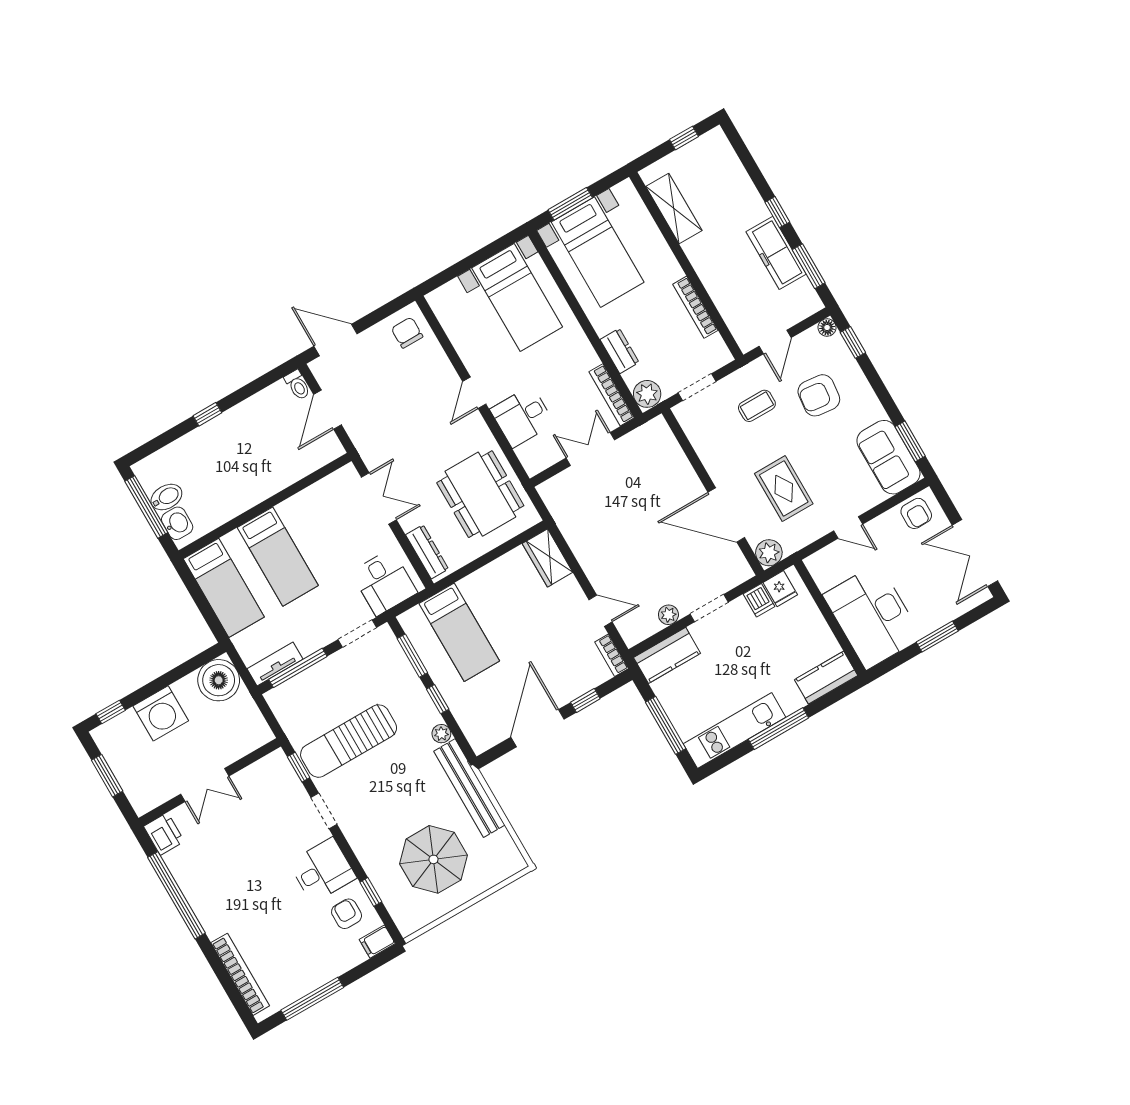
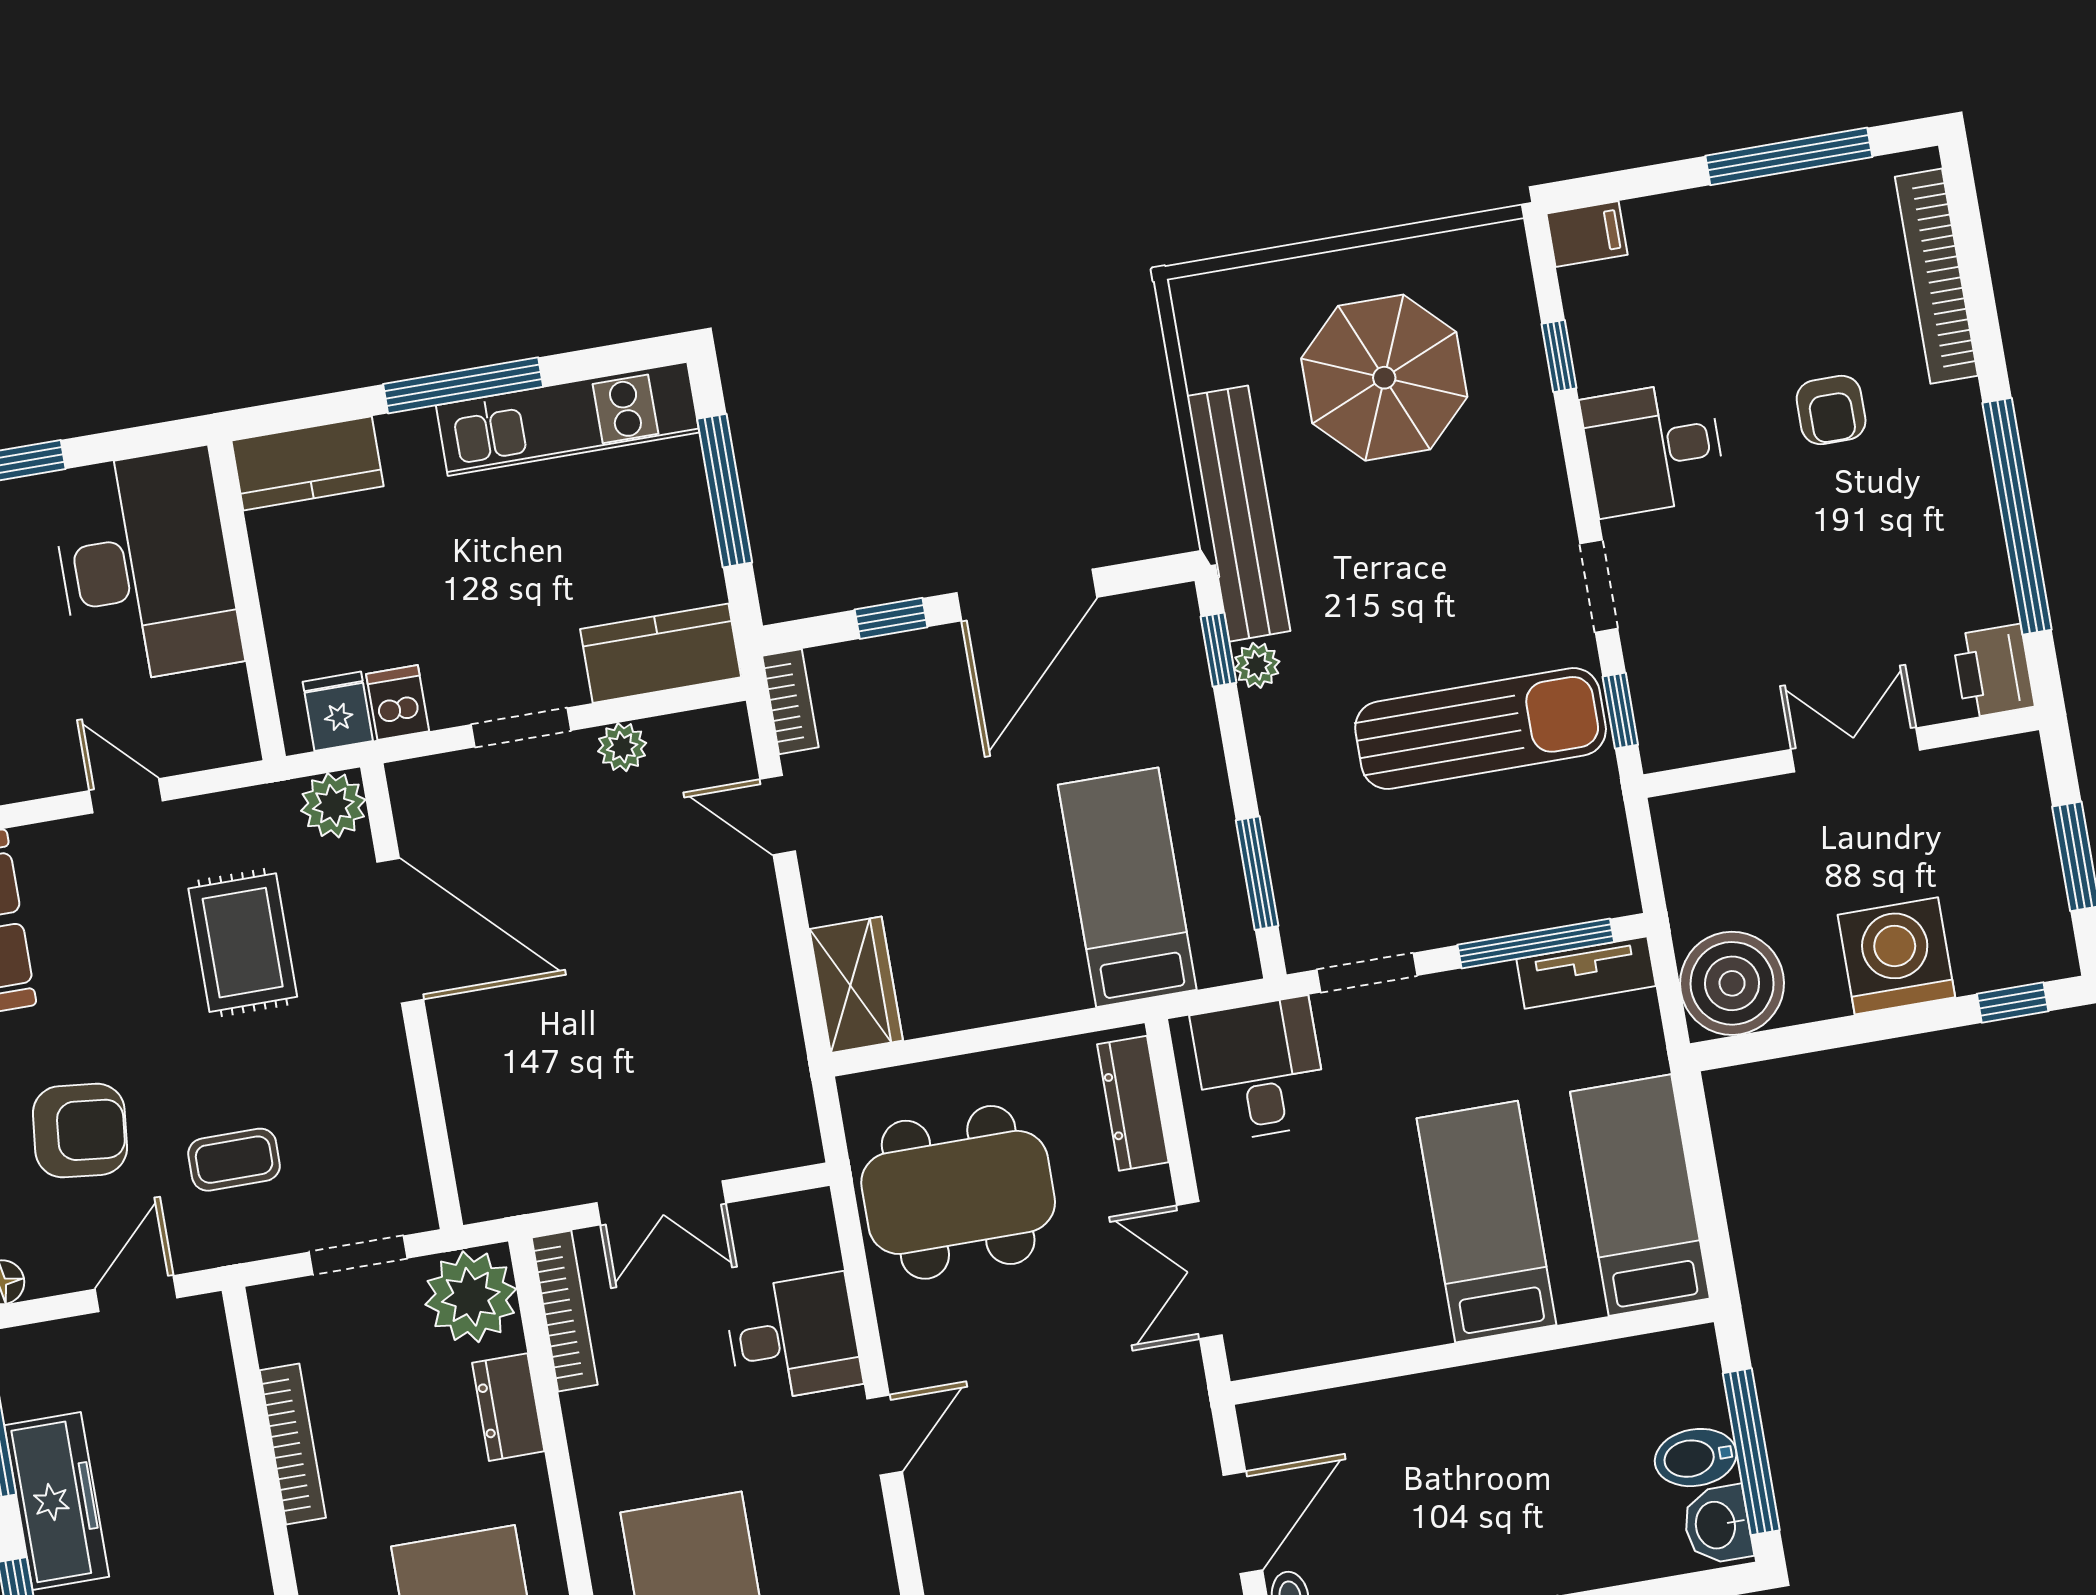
plant: (647, 394) -> (471, 1297), width x1.36, depth x1.36
dining table: (480, 494) -> (958, 1192), turned 90
washbasin: (177, 523) -> (1717, 1525), moved
window: (438, 699) -> (1219, 650), moved
armchair: (347, 914) -> (1831, 410), moved

